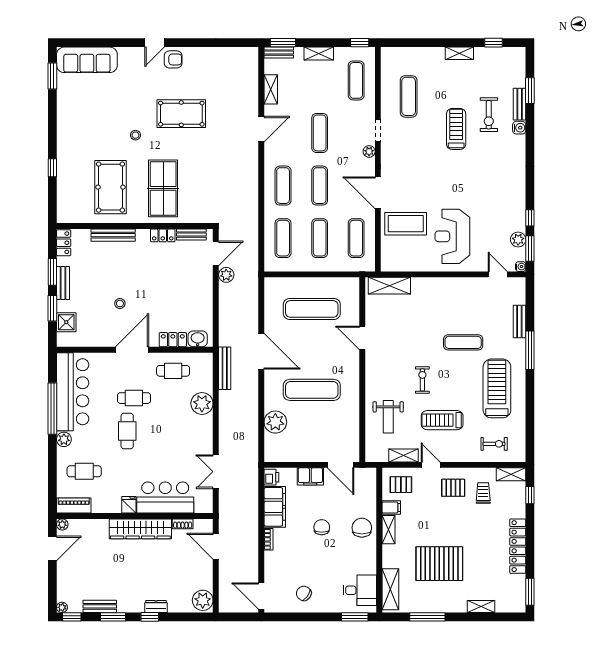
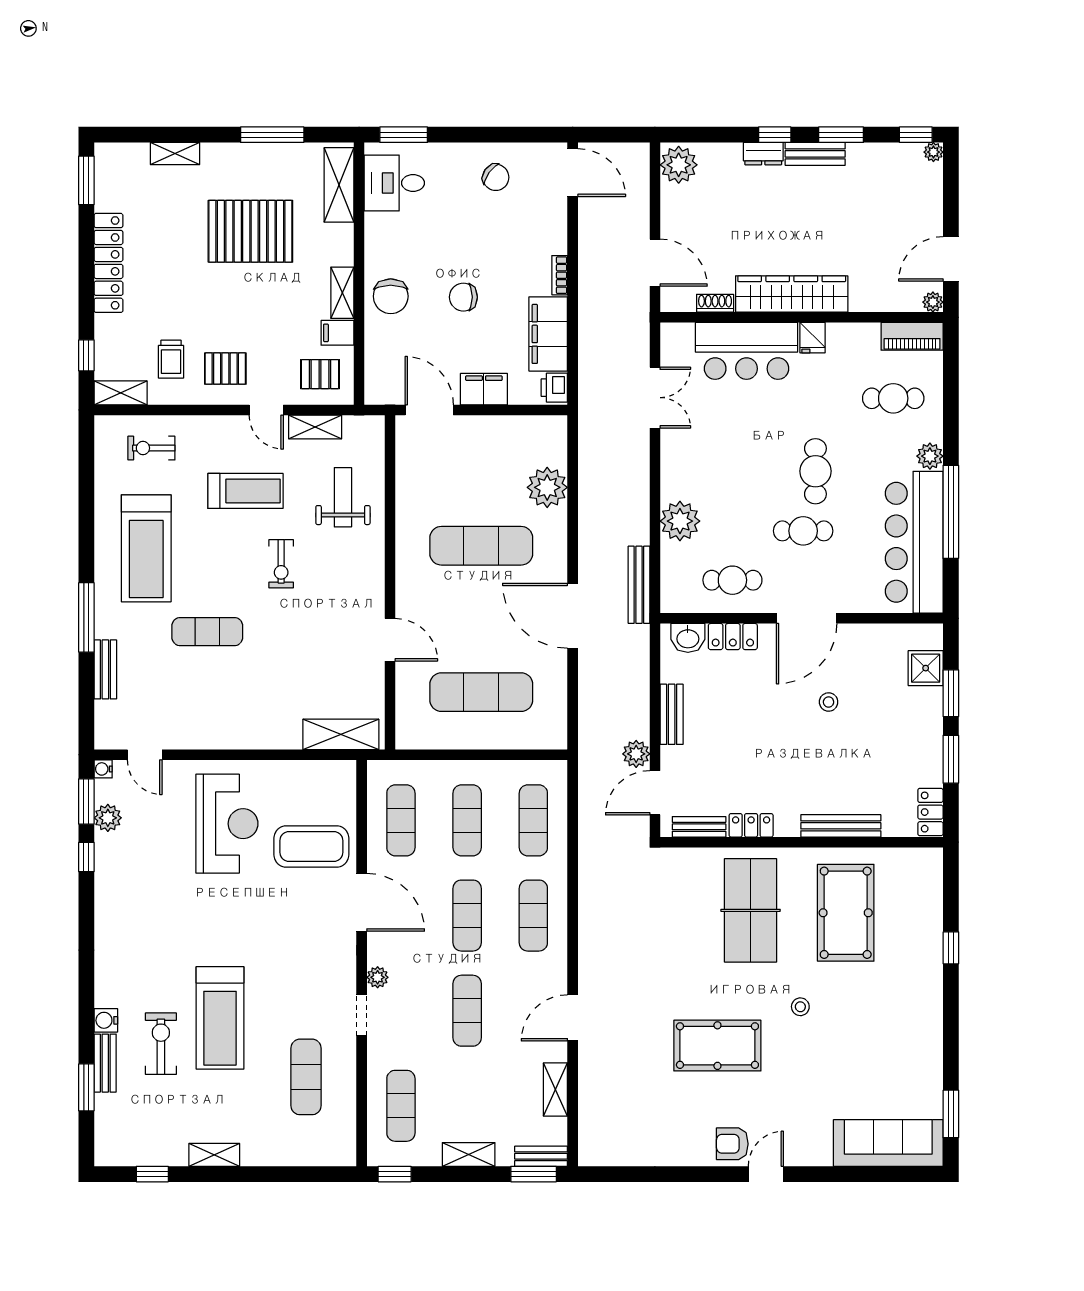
treadmill: (456, 129) -> (220, 1018), width x1.37, depth x1.38
bench: (63, 283) -> (672, 714), moved
chair: (322, 527) -> (463, 297), turned 90
bench: (100, 606) -> (815, 154), moved

